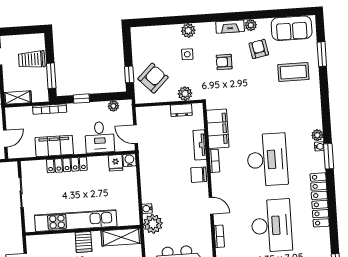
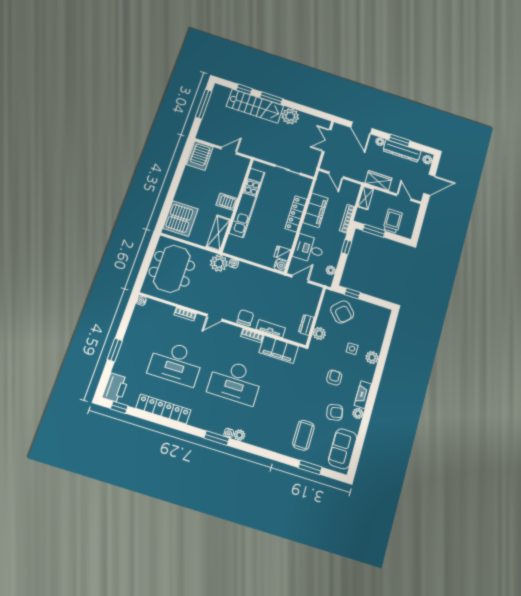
locker: (320, 200) -> (163, 409), moved

